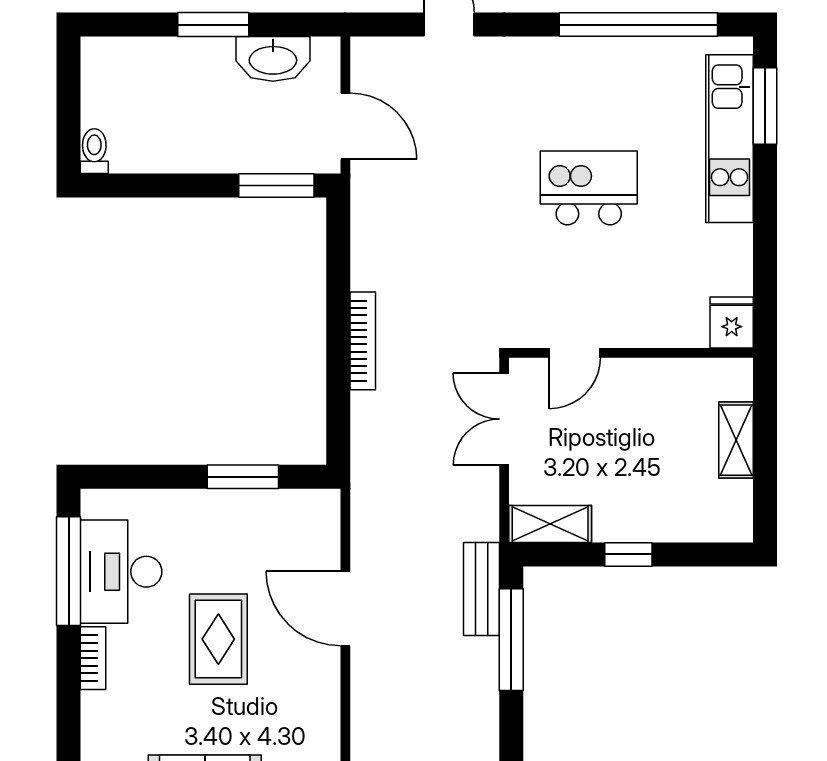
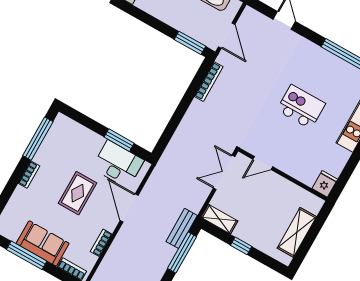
bookcase: (363, 341) -> (209, 82), moved
shelving: (736, 440) -> (297, 232), width x1.50, depth x1.33
desk: (121, 572) -> (118, 164), moved, turned 90
bookcase: (328, 716) -> (101, 243), added

